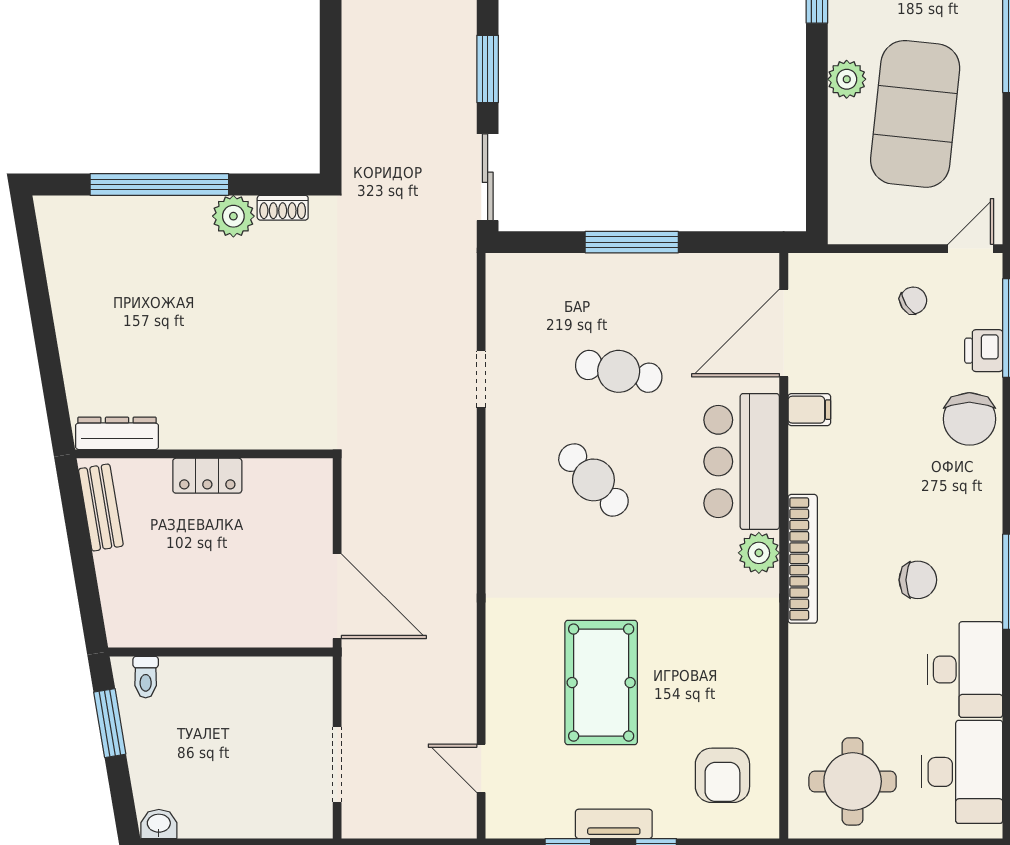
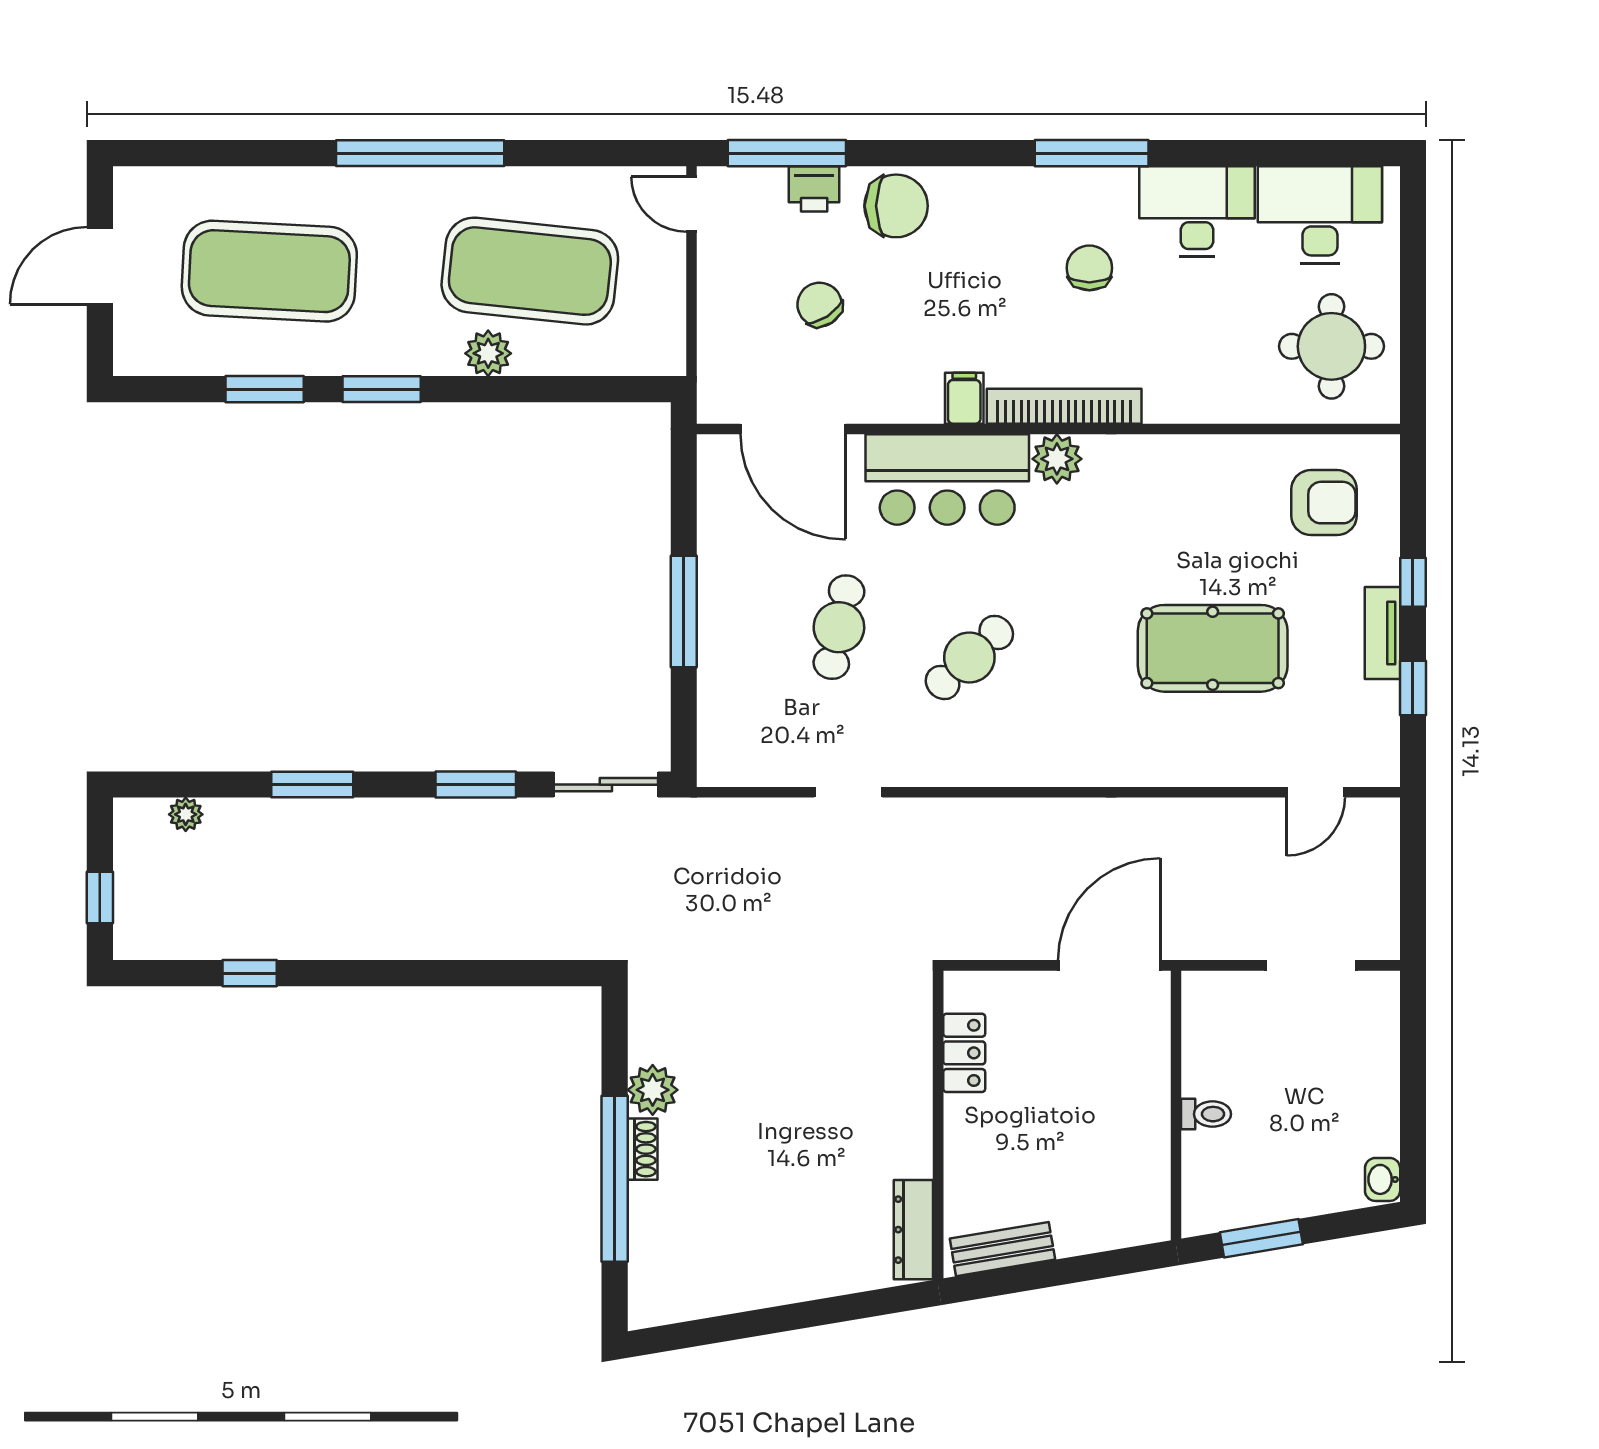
shoe rack: (283, 208) -> (642, 1149), moved
chair: (913, 300) -> (820, 305), moved, width x1.37, depth x1.37
filing cabinet: (809, 410) -> (964, 398), moved
locker: (207, 476) -> (964, 1053), moved
toilet: (146, 677) -> (1206, 1114), moved

